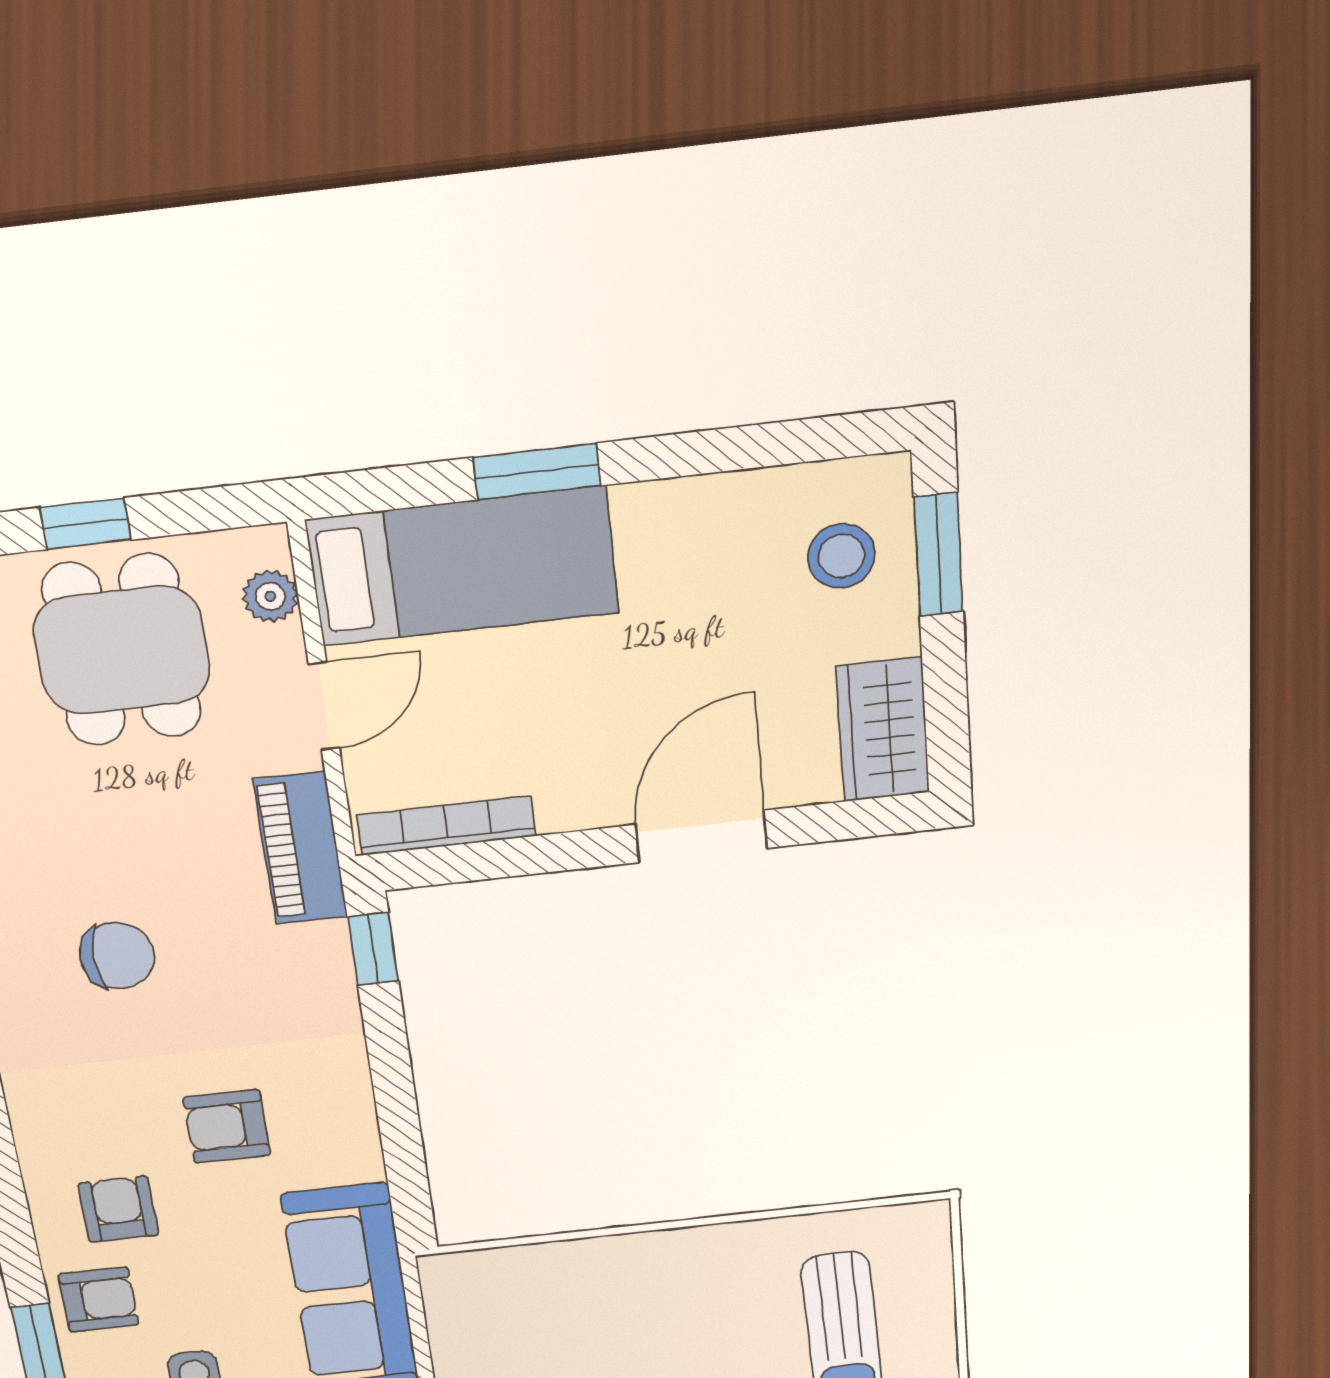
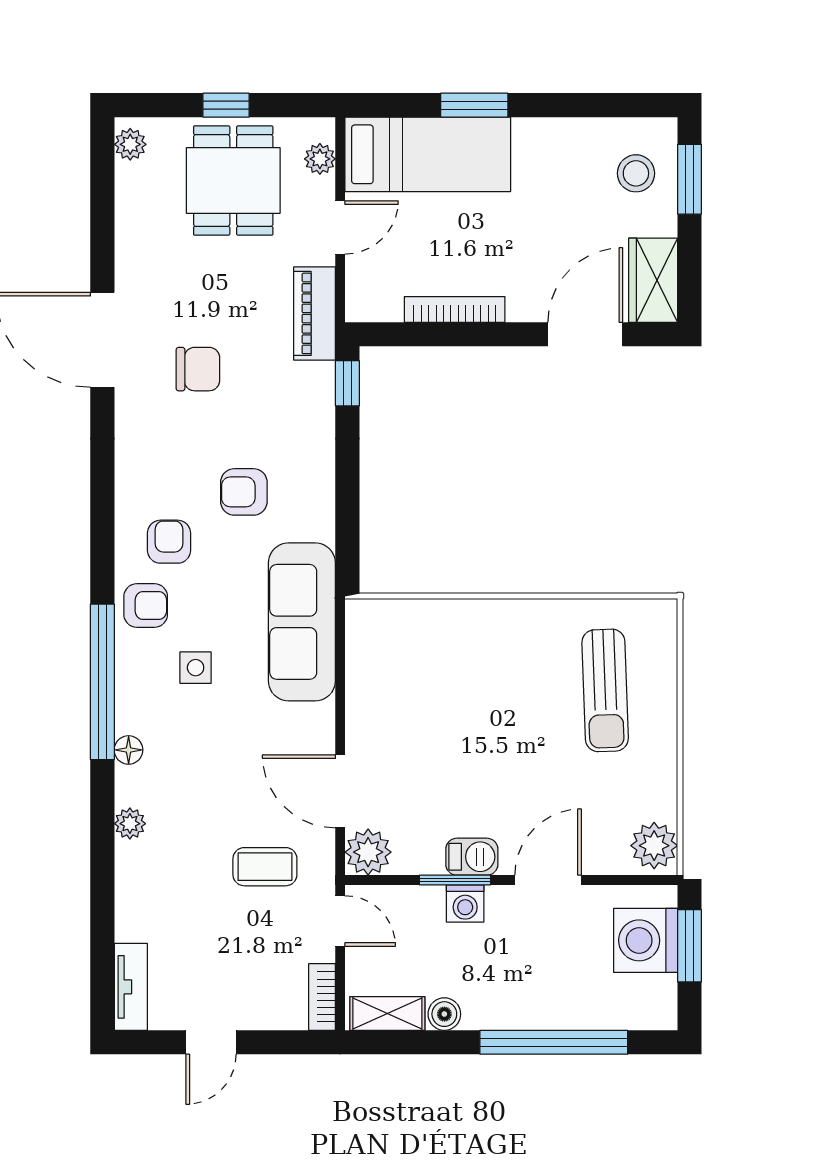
bookcase: (446, 826) -> (455, 309), moved
door: (701, 836) -> (585, 334), moved

